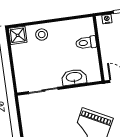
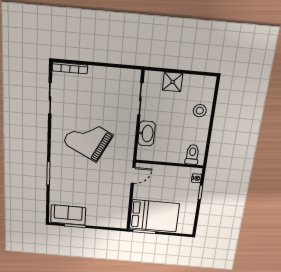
shower: (18, 35) -> (173, 82), moved
toilet: (86, 43) -> (192, 155), moved

